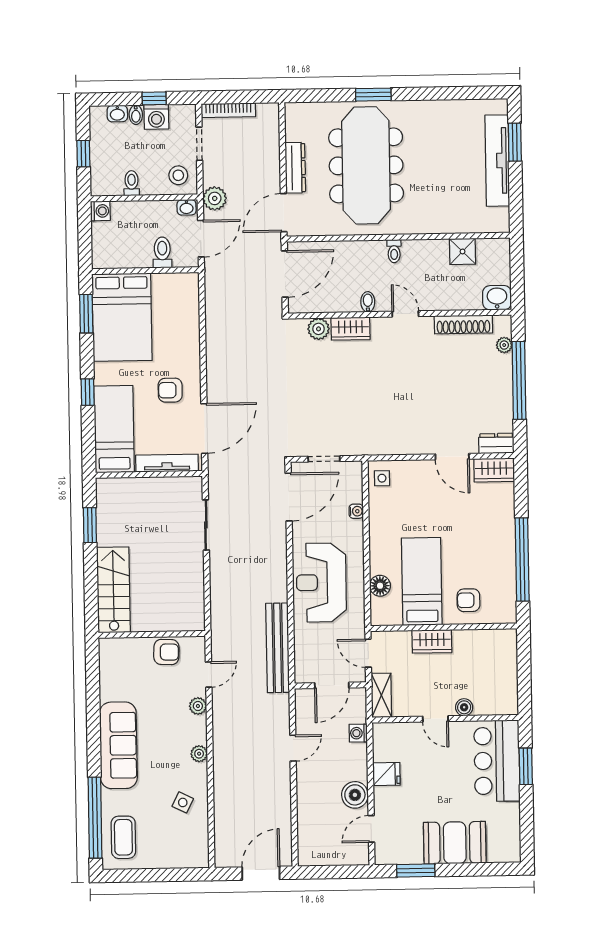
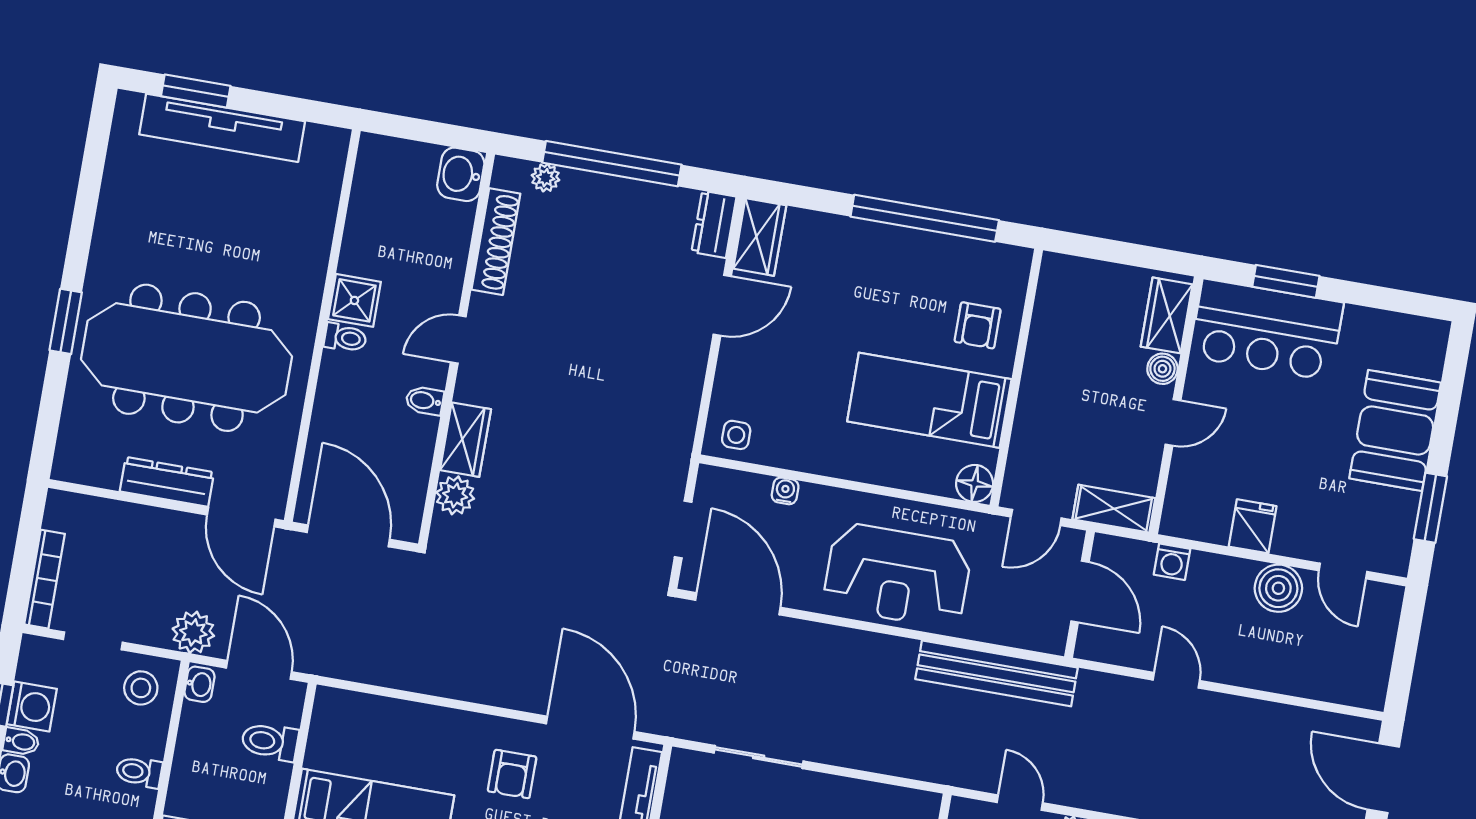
shower: (463, 251) -> (354, 300), moved
floor lamp: (380, 586) -> (975, 483), moved
wardrobe: (432, 641) -> (1167, 315), moved, turned 180

